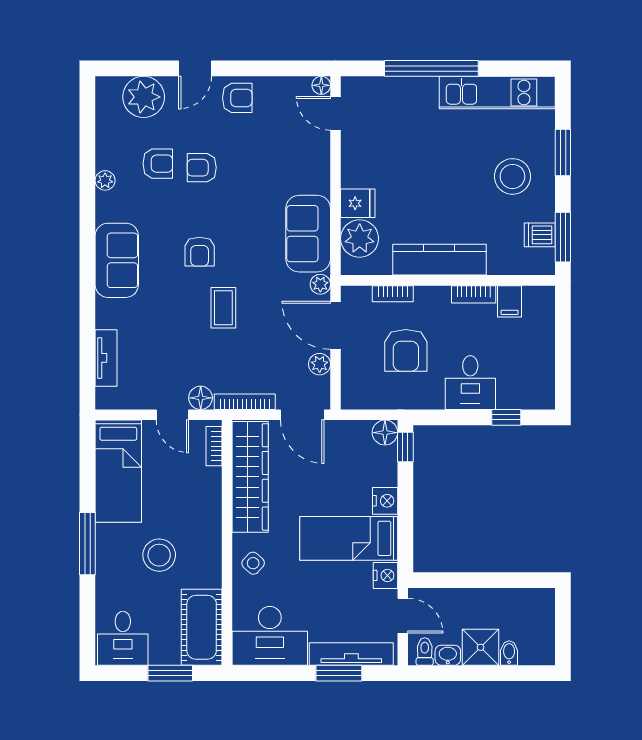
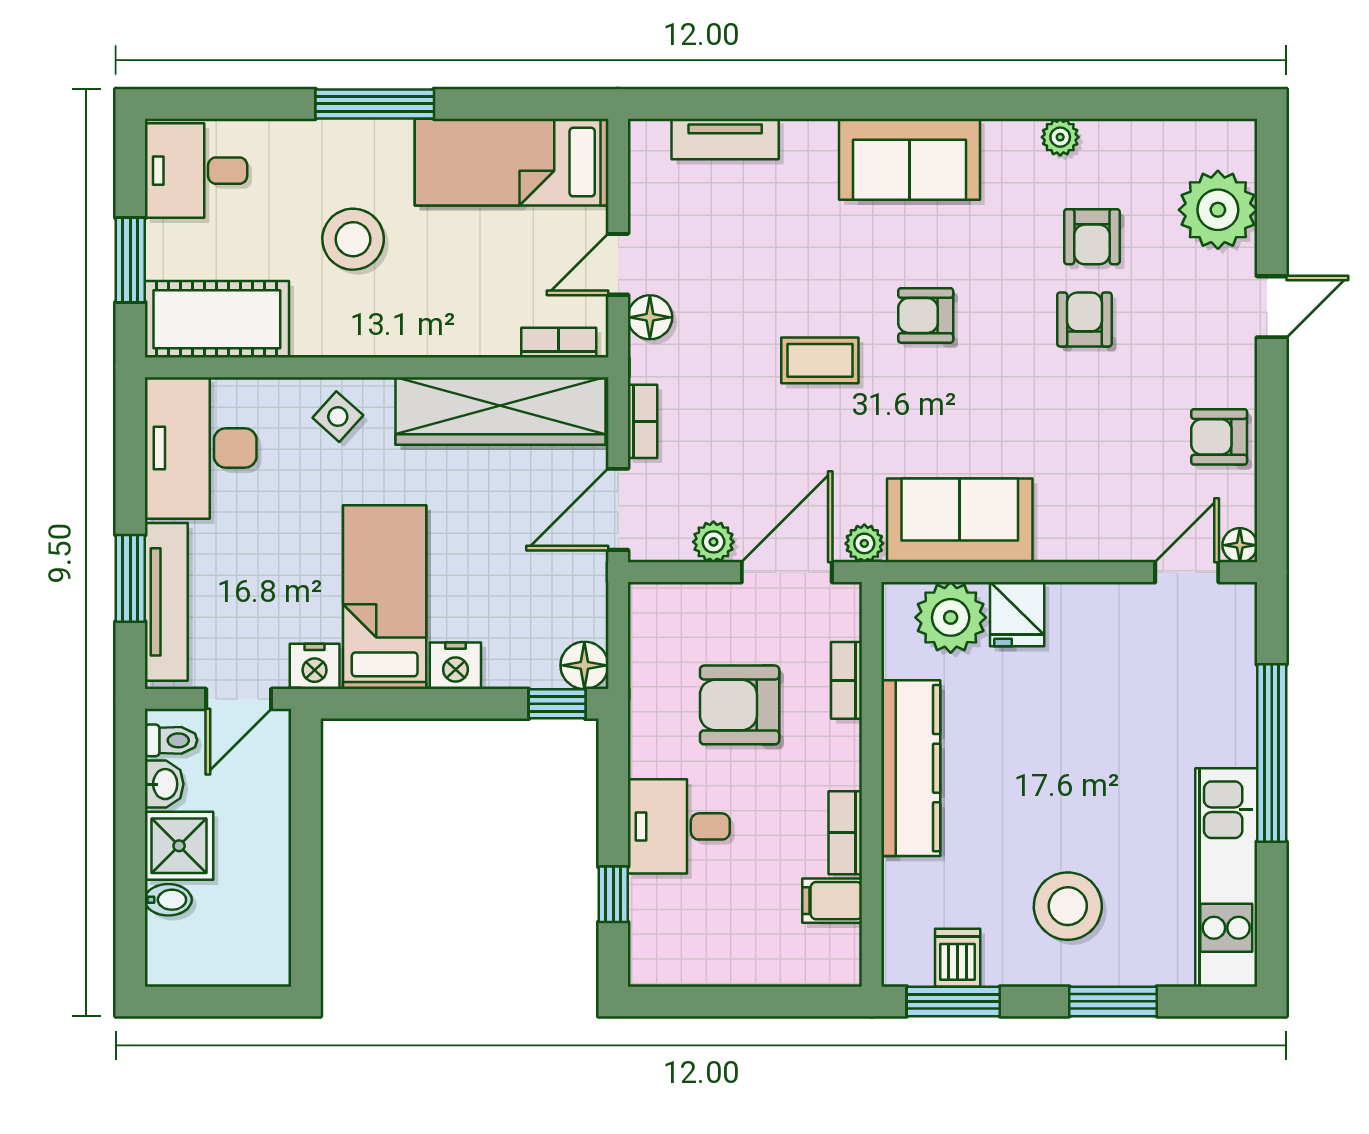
door: (195, 68) -> (1272, 307), swing flipped
armchair: (237, 98) -> (1219, 437), moved, turned 90
bookcase: (245, 402) -> (642, 421), width x0.64

